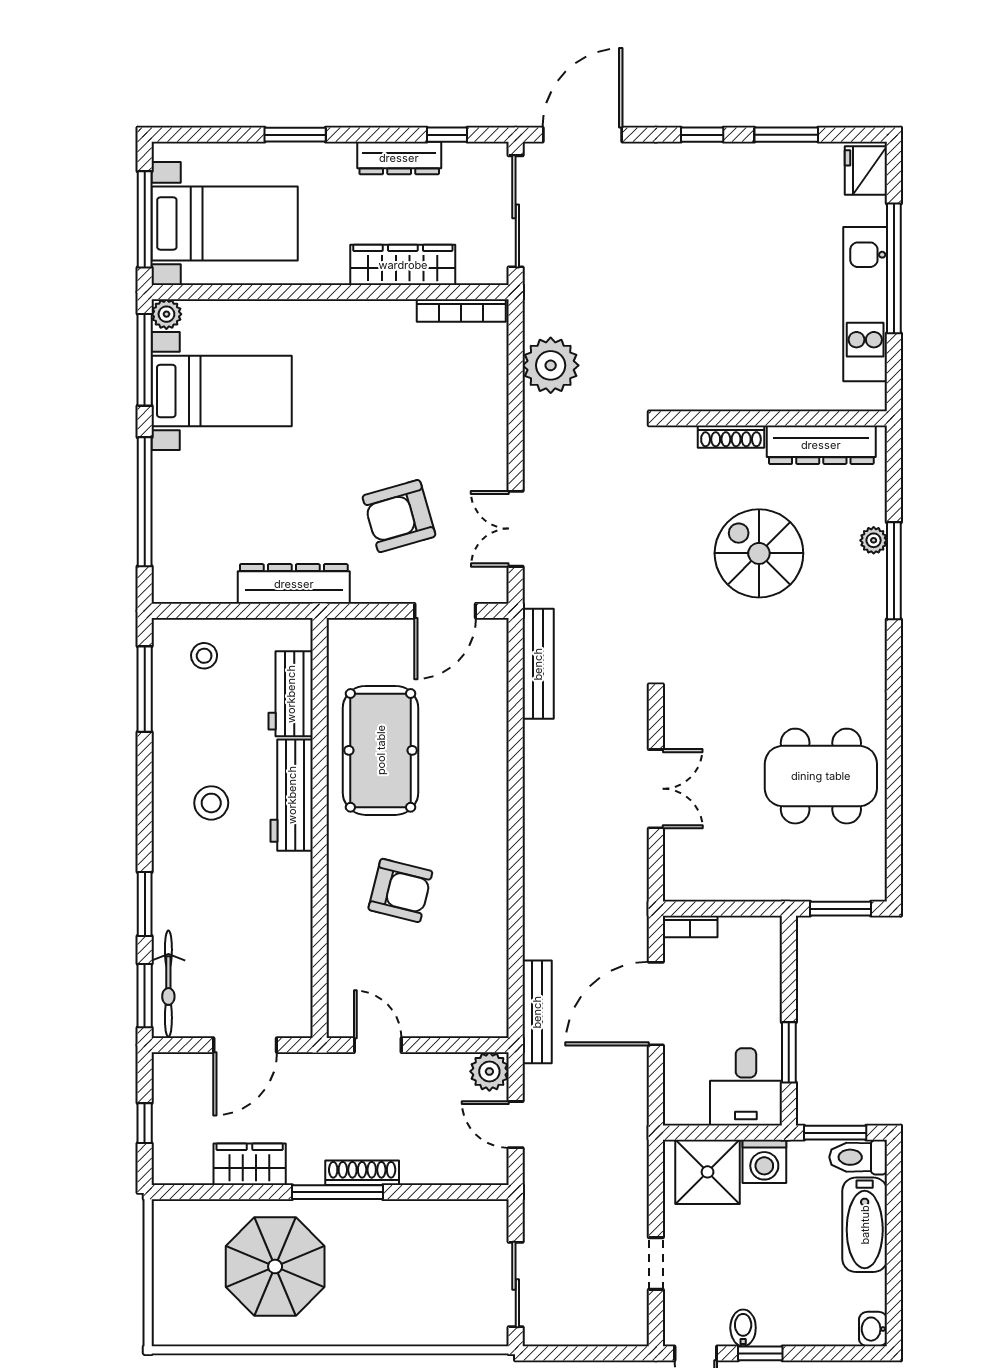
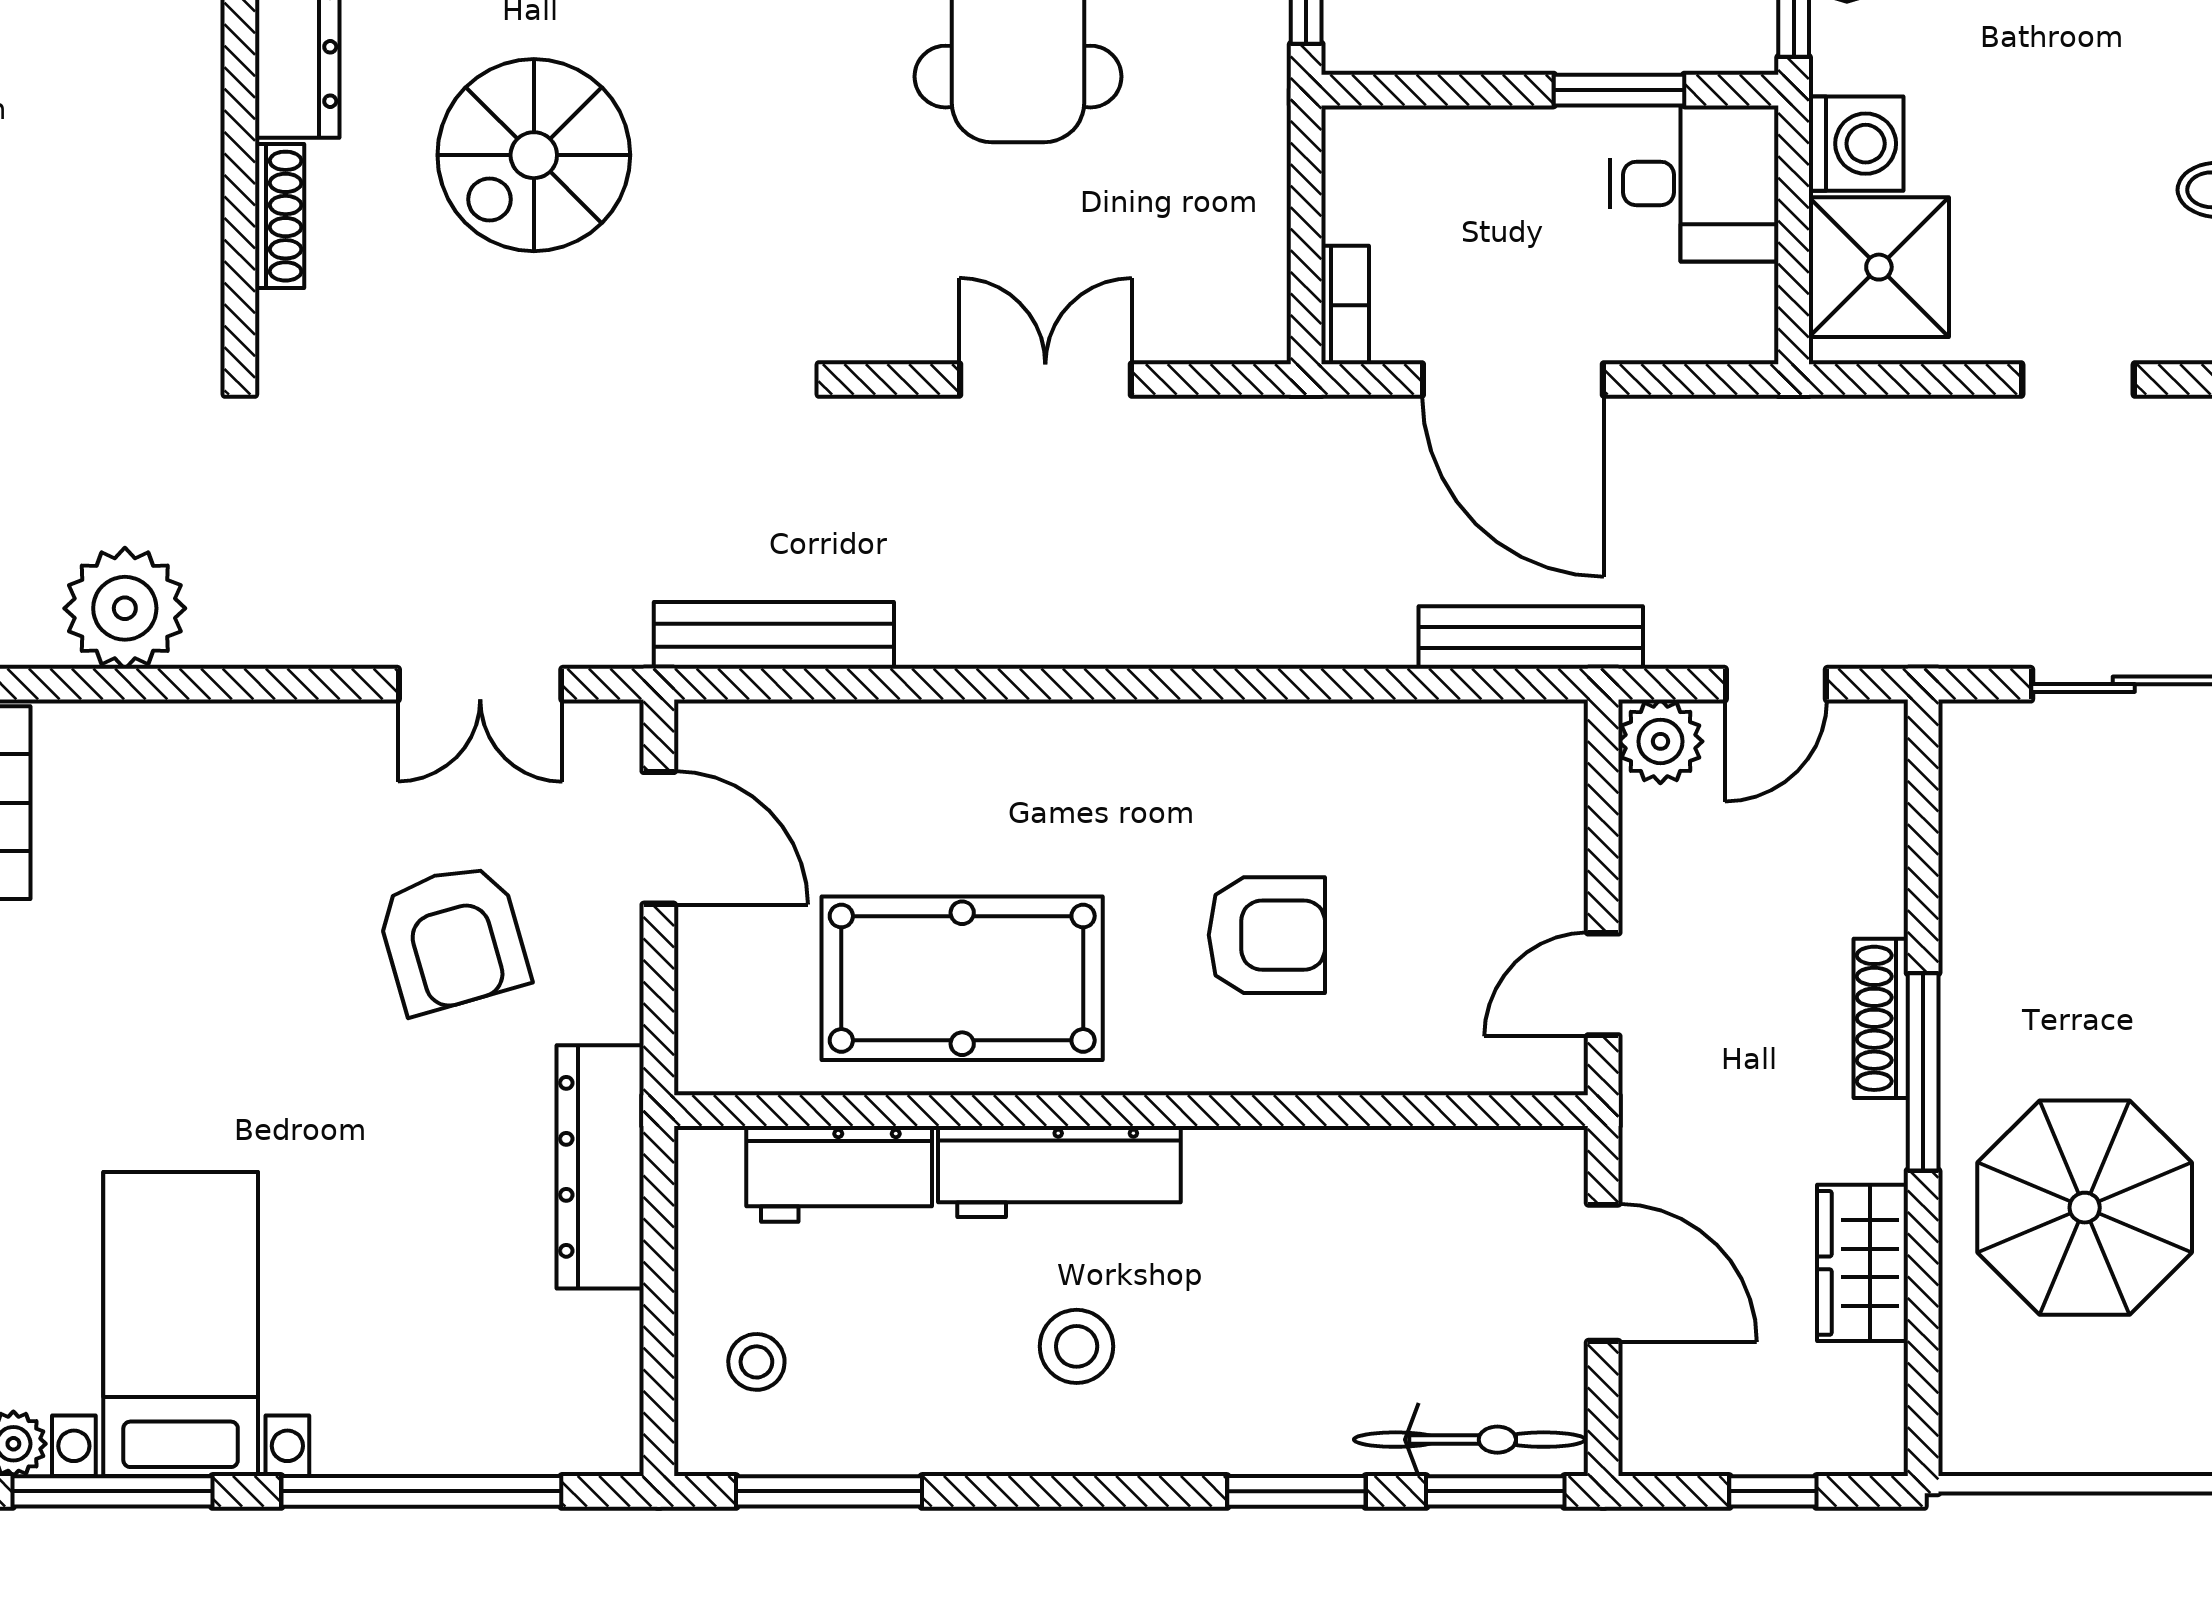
armchair: (400, 890) -> (1267, 935), turned 76

